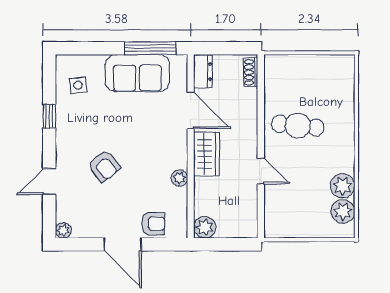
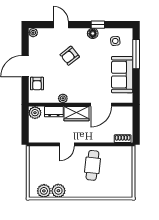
window: (150, 48) -> (136, 54), moved
dresser: (203, 72) -> (54, 112), moved
floor lamp: (65, 125) -> (93, 33), added

